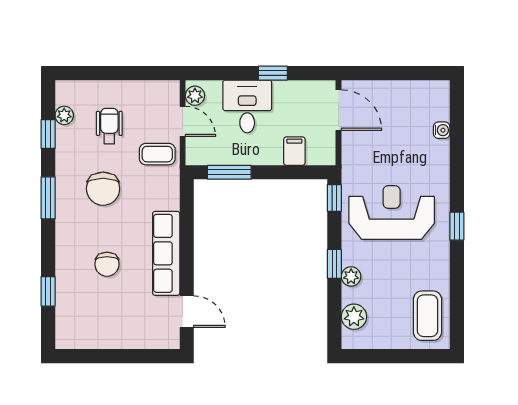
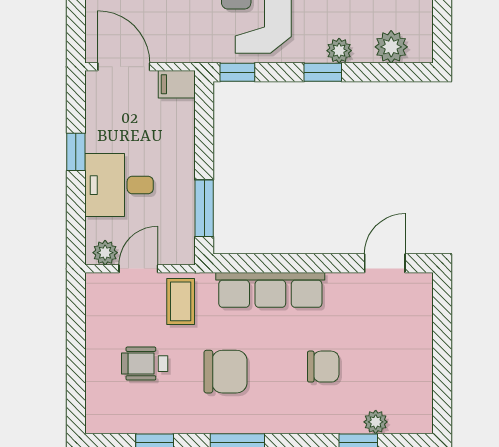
door: (339, 110) -> (124, 67), hinge flipped
plant: (64, 115) -> (376, 422), moved
filing cabinet: (294, 151) -> (177, 84), moved
row of seats: (166, 253) -> (270, 290), moved

